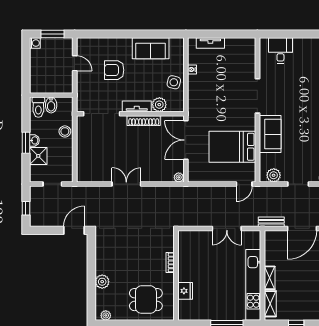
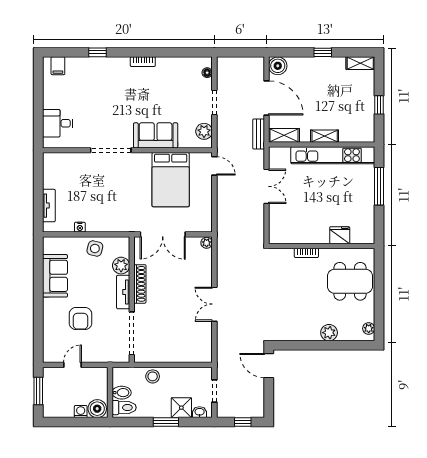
washing machine: (35, 43) -> (81, 412), moved
boiler: (37, 84) -> (97, 409), added
washbasin: (34, 140) -> (200, 412), moved
dining table: (146, 300) -> (350, 281), width x1.38
shelving: (270, 304) -> (284, 135), moved

